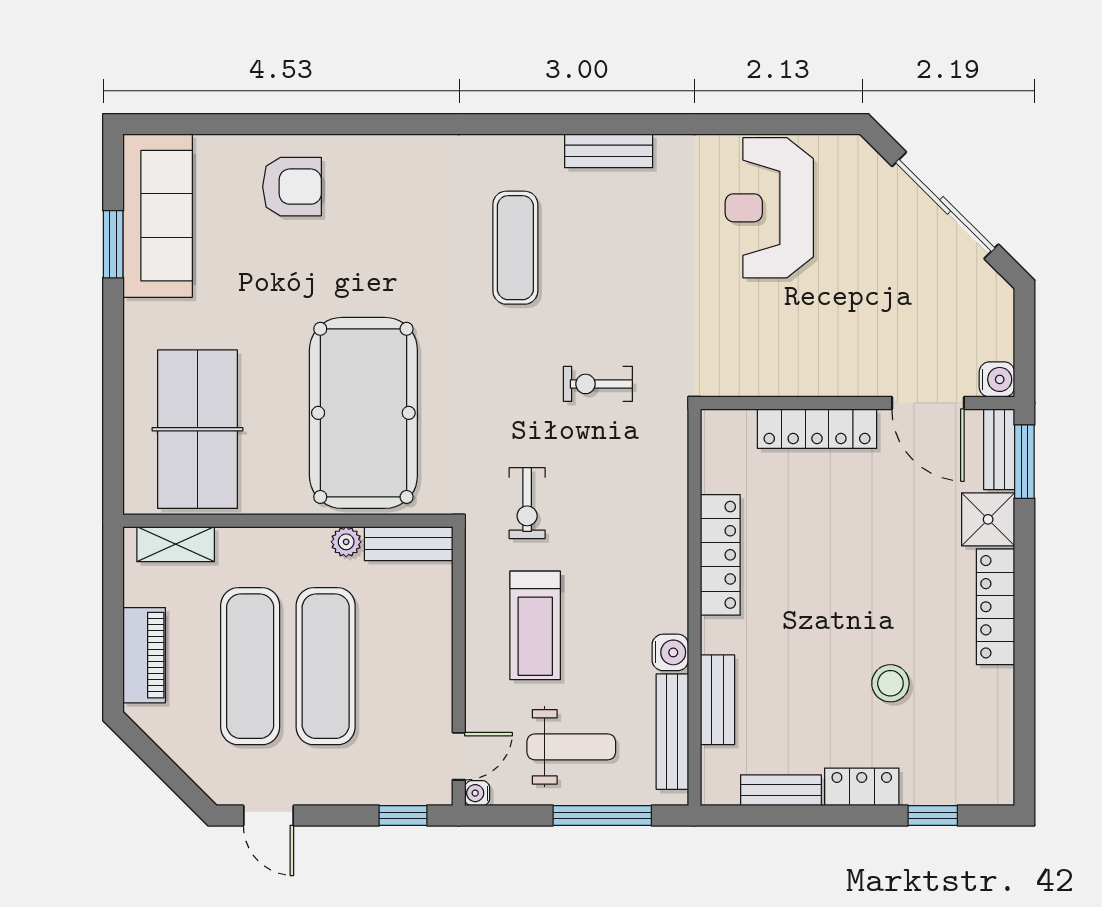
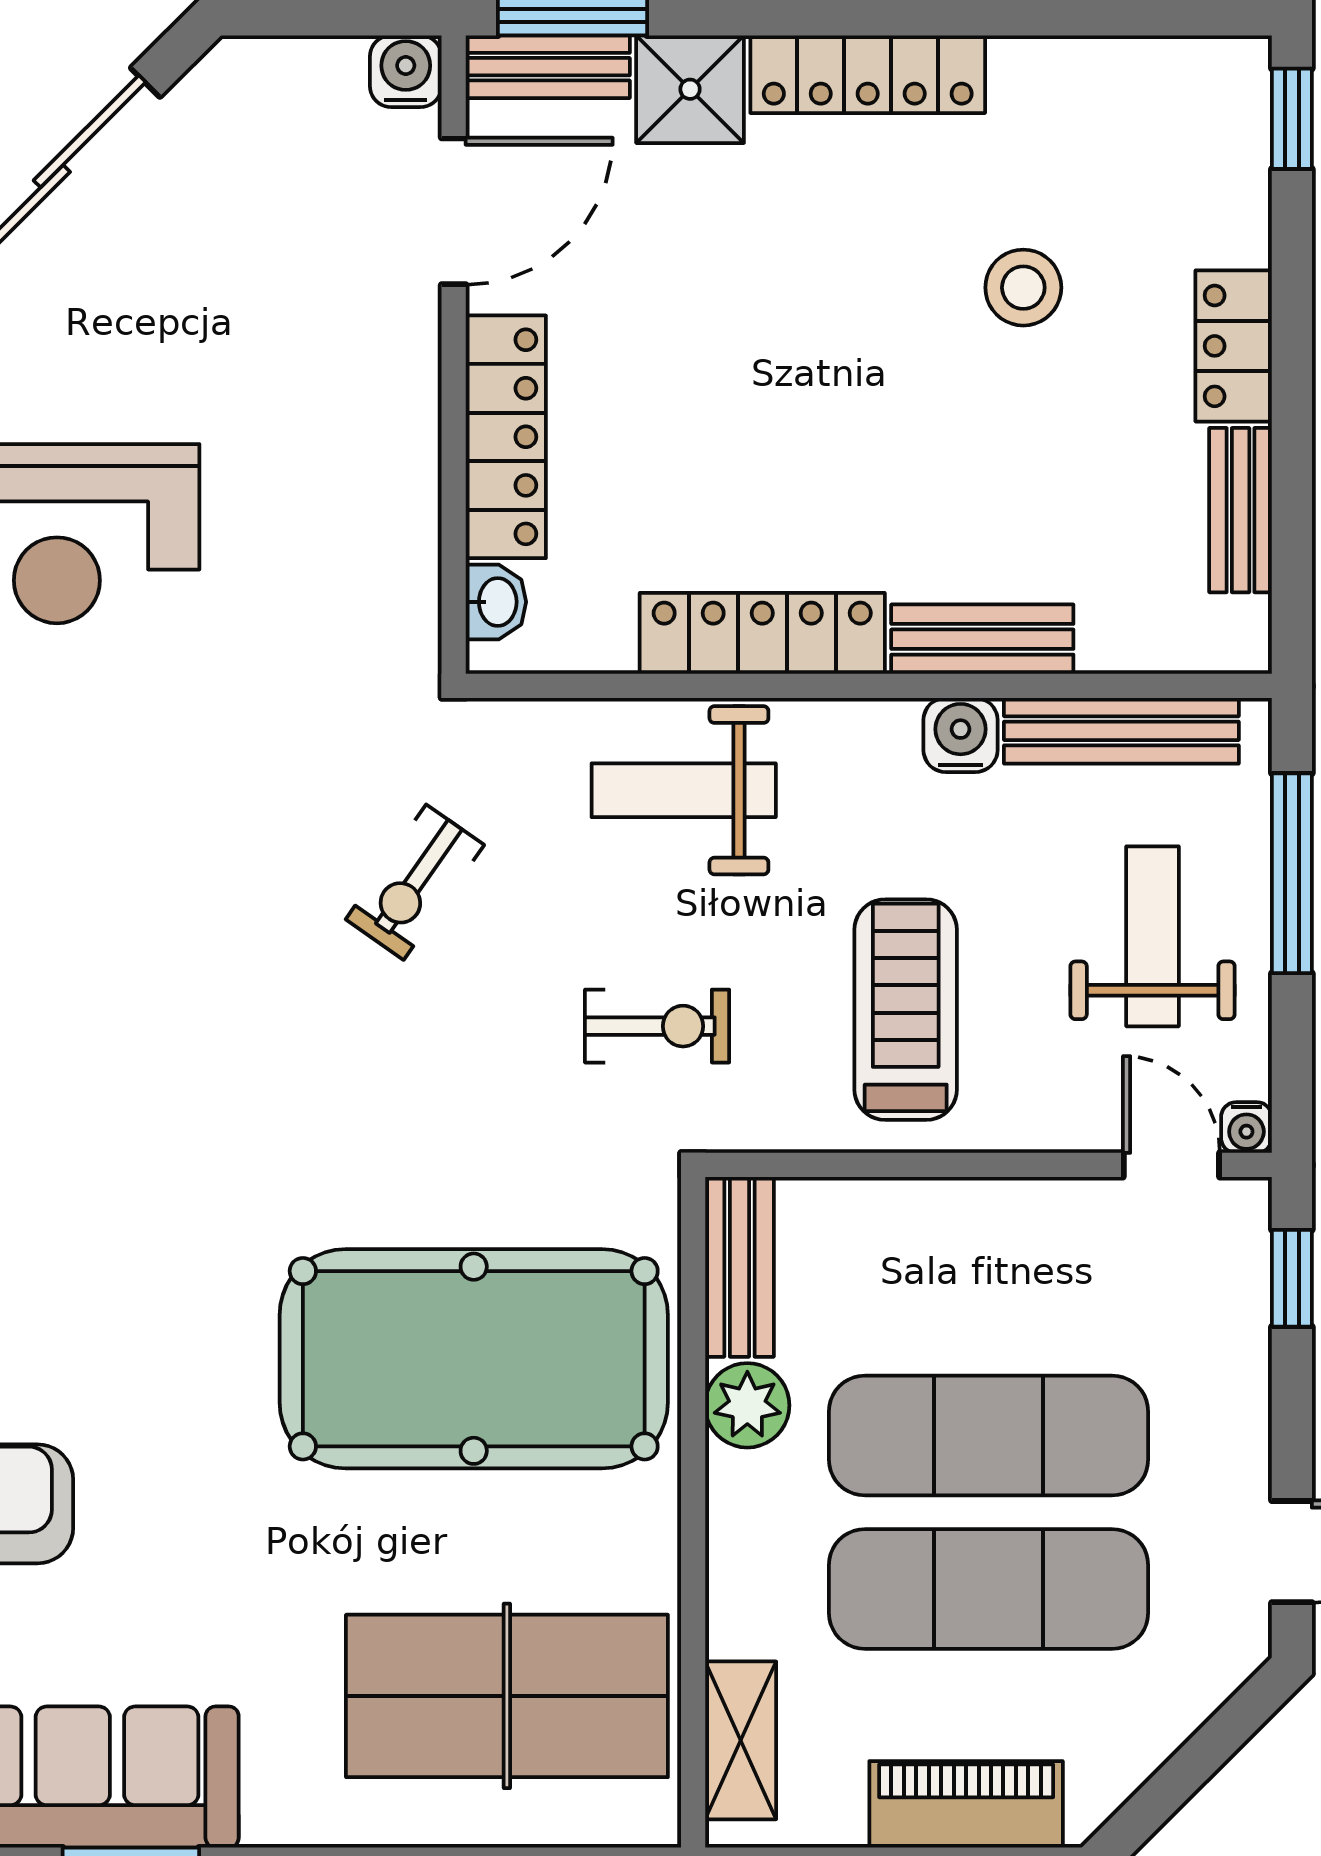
exercise mat: (515, 248) -> (138, 1050), removed
exercise bike: (598, 384) -> (415, 882), turned 35
washbasin: (736, 424) -> (496, 602), added
weight bench: (643, 516) -> (684, 790), added
plant: (346, 542) -> (747, 1405), width x1.38, depth x1.38
treadmill: (535, 625) -> (906, 1010), turned -90
bench: (717, 700) -> (982, 639), moved
window: (933, 815) -> (1292, 119), moved

